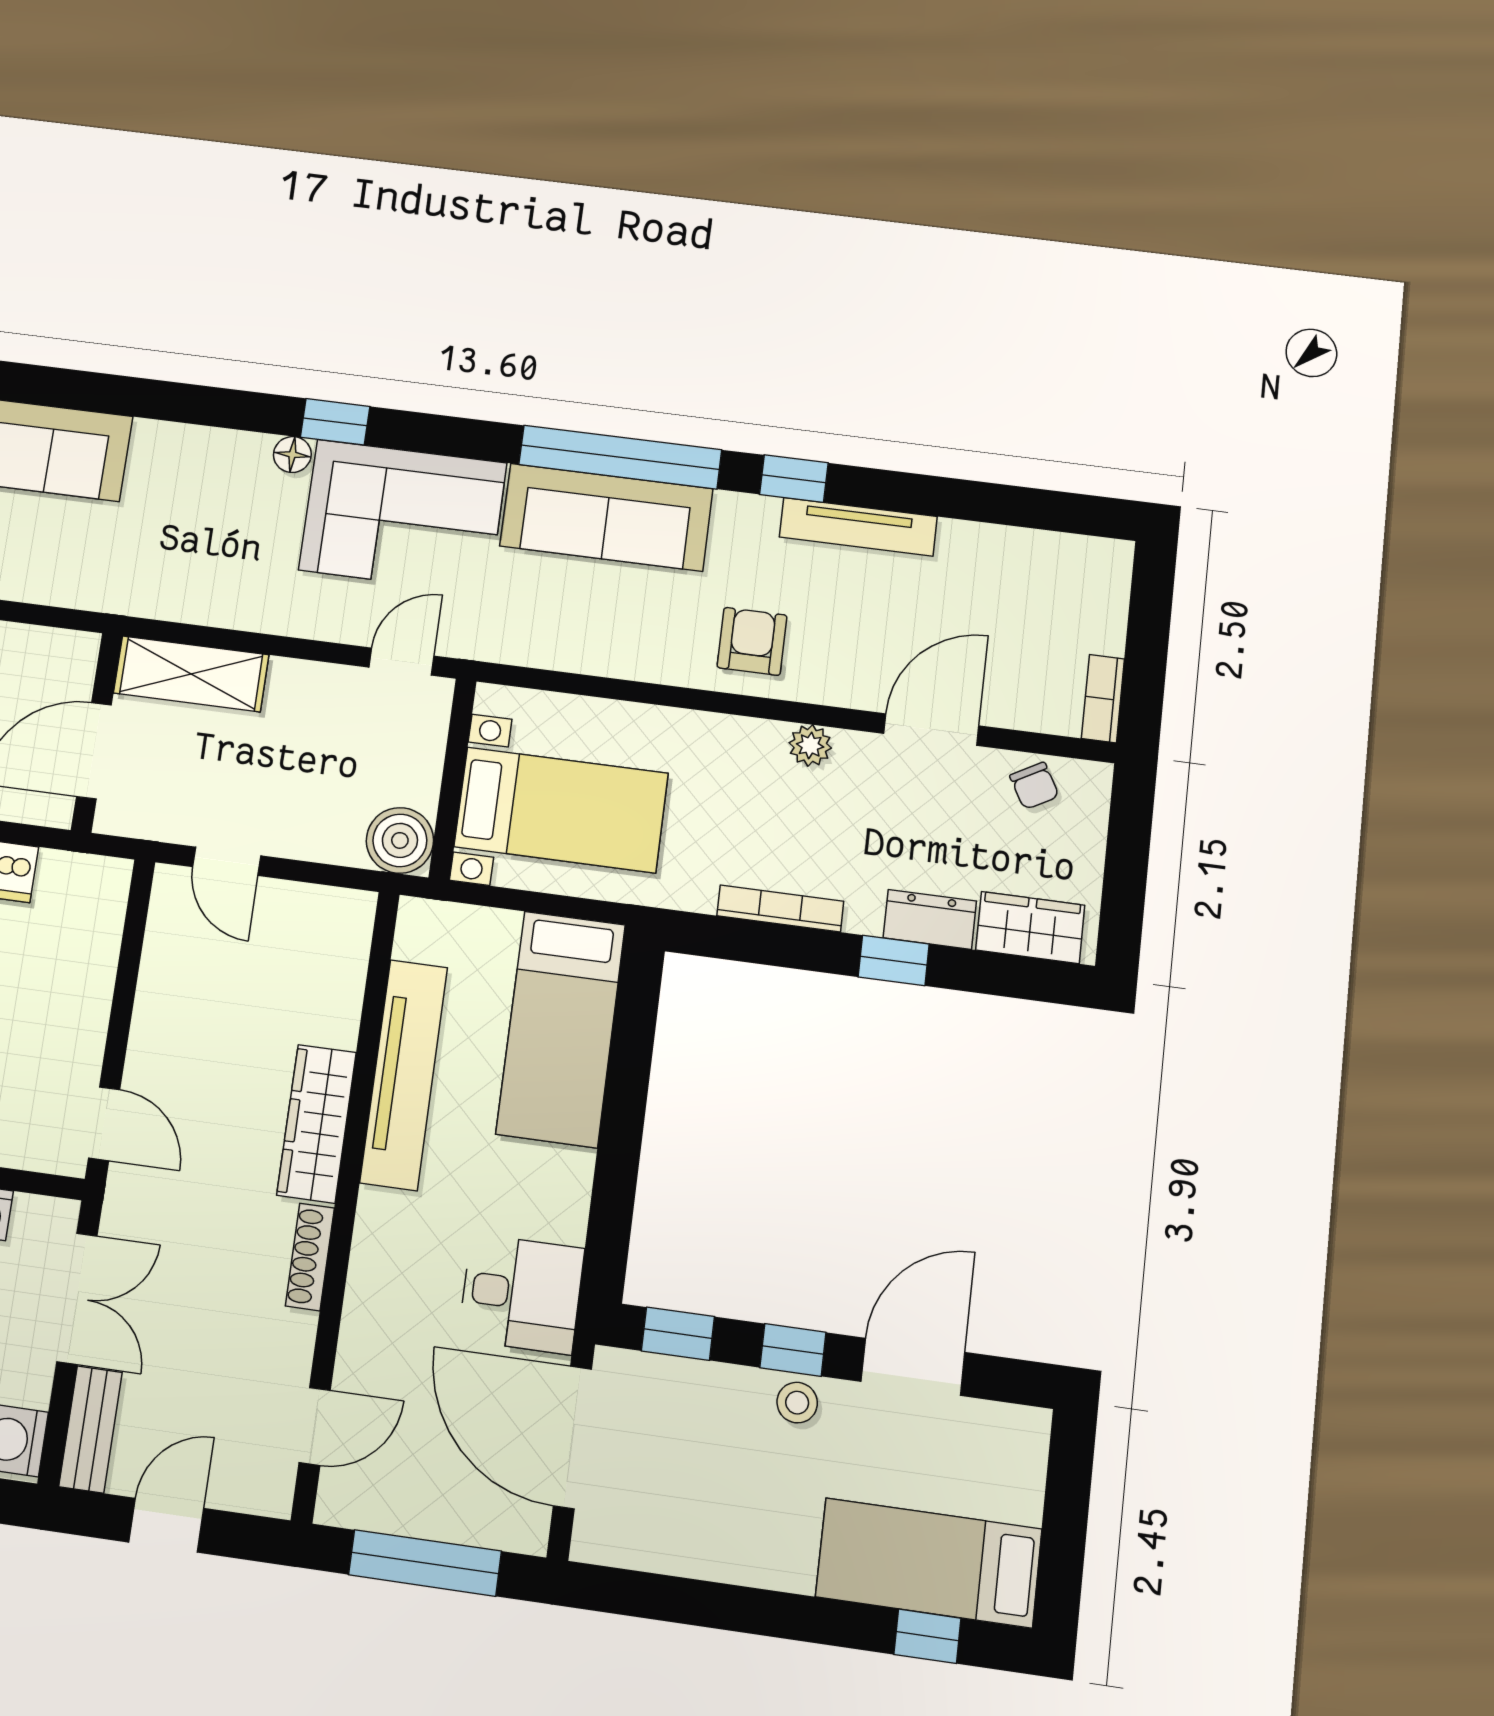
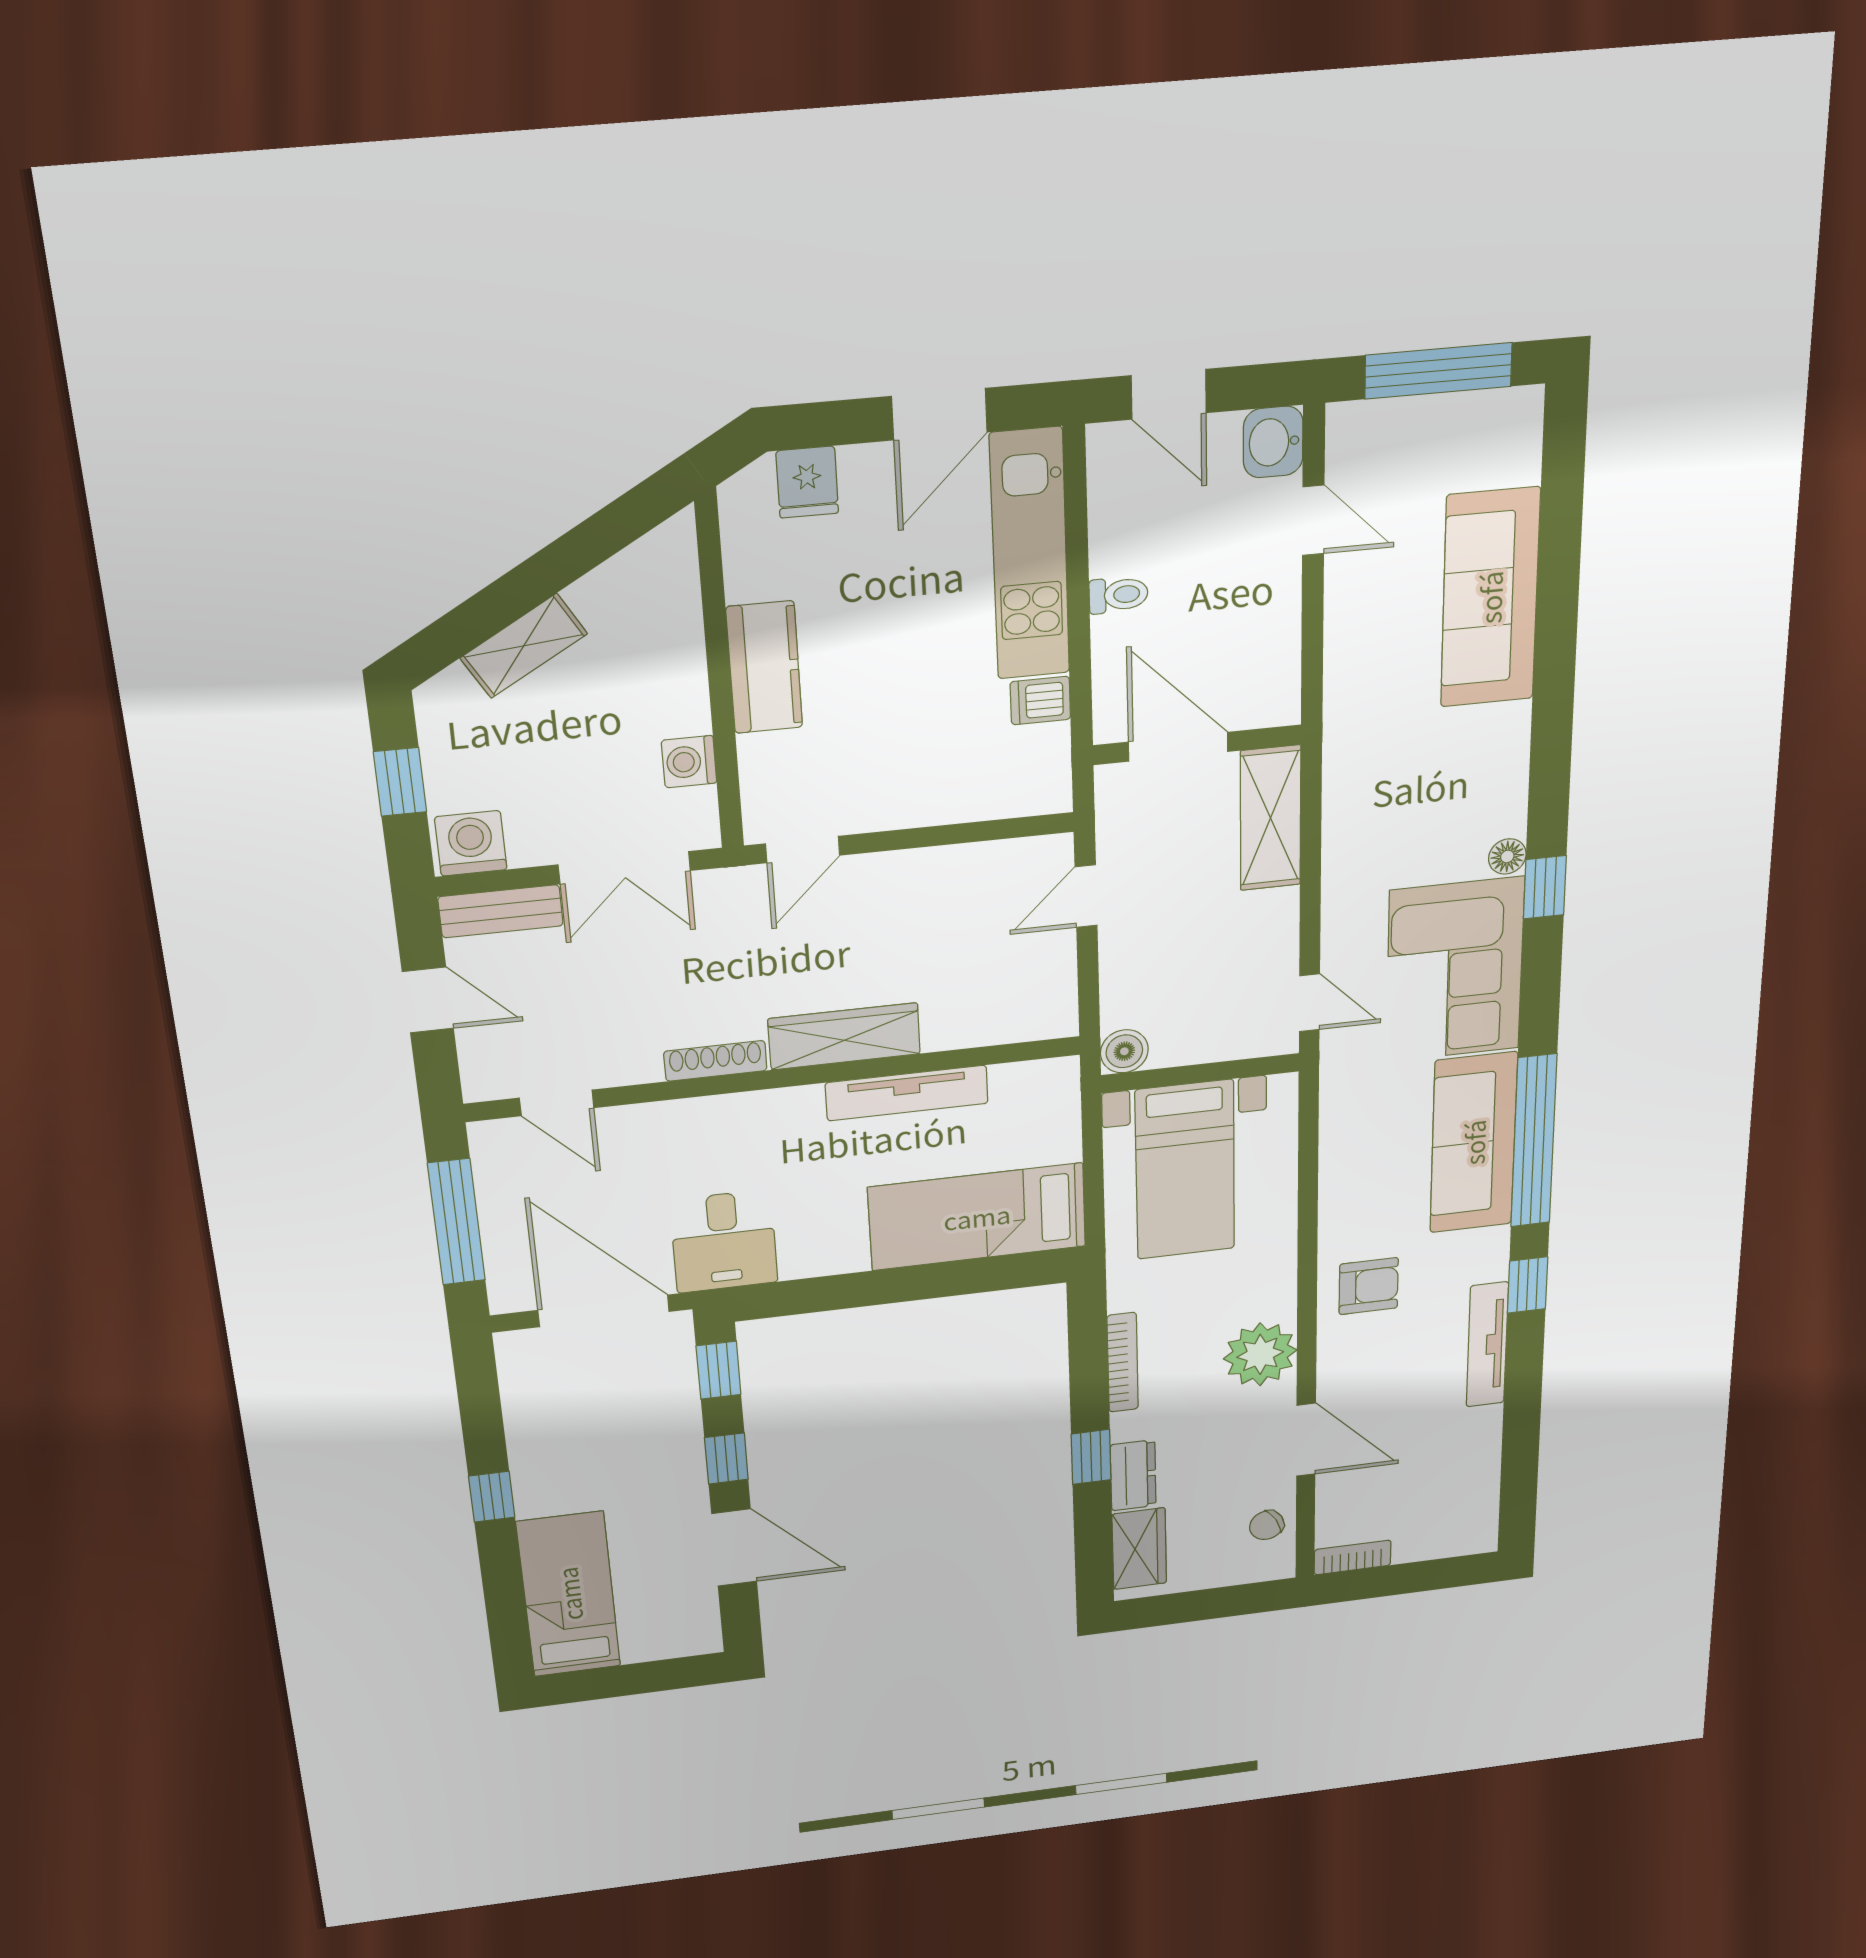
plant: (810, 745) -> (1260, 1354), width x1.88, depth x1.88
boiler: (400, 840) -> (1124, 1051), width x0.73, depth x0.73
tv unit: (404, 1075) -> (907, 1093), width x0.73, depth x0.78
stool: (797, 1403) -> (681, 1472), removed
door: (572, 1437) -> (604, 1311), hinge flipped
window: (927, 1636) -> (492, 1497), moved

